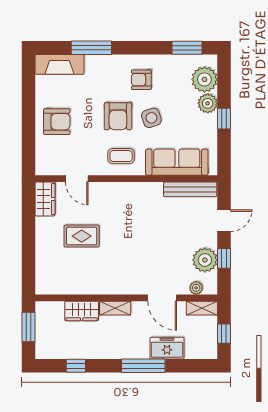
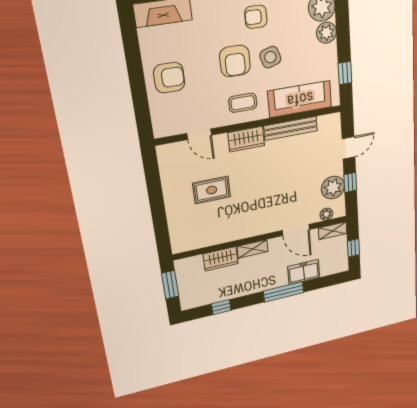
window: (224, 119) -> (345, 73), moved
bench: (190, 189) -> (291, 128), moved
wardrobe: (45, 199) -> (246, 139), moved, turned 90

